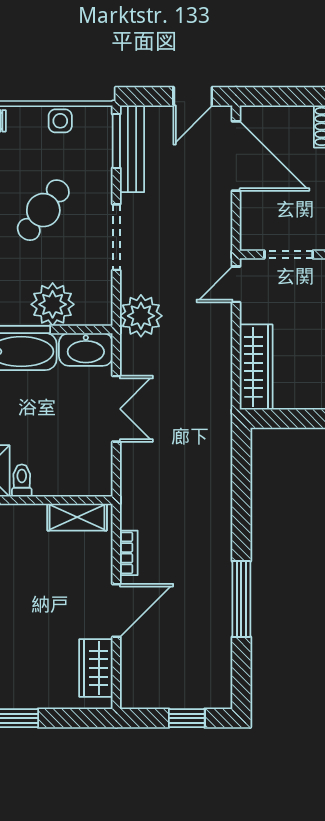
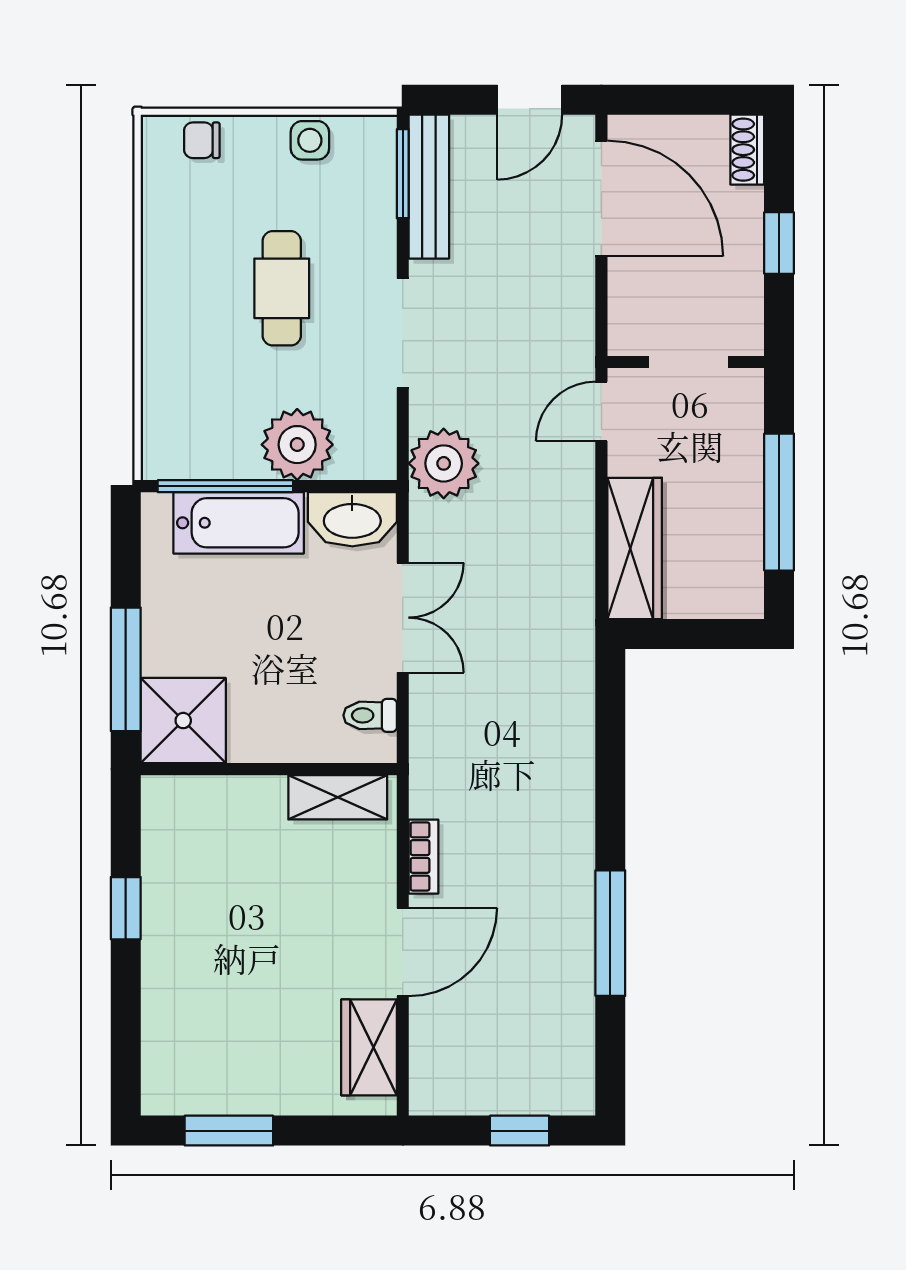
cafe table: (43, 210) -> (282, 288), turned -37
toilet: (22, 480) -> (370, 715), moved, turned -90

